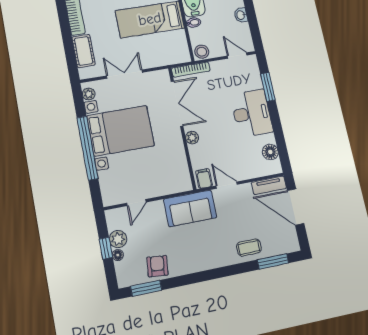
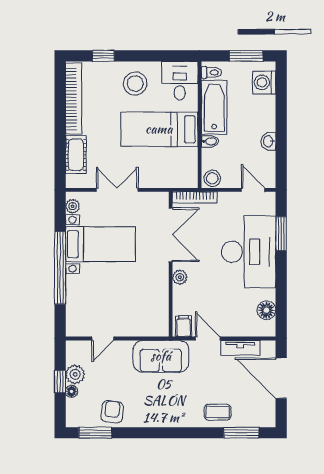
desk: (252, 113) -> (249, 252), width x1.36, depth x1.30
bed with nightstands: (120, 131) -> (100, 244), width x0.73
tv unit: (269, 185) -> (240, 348), moved

